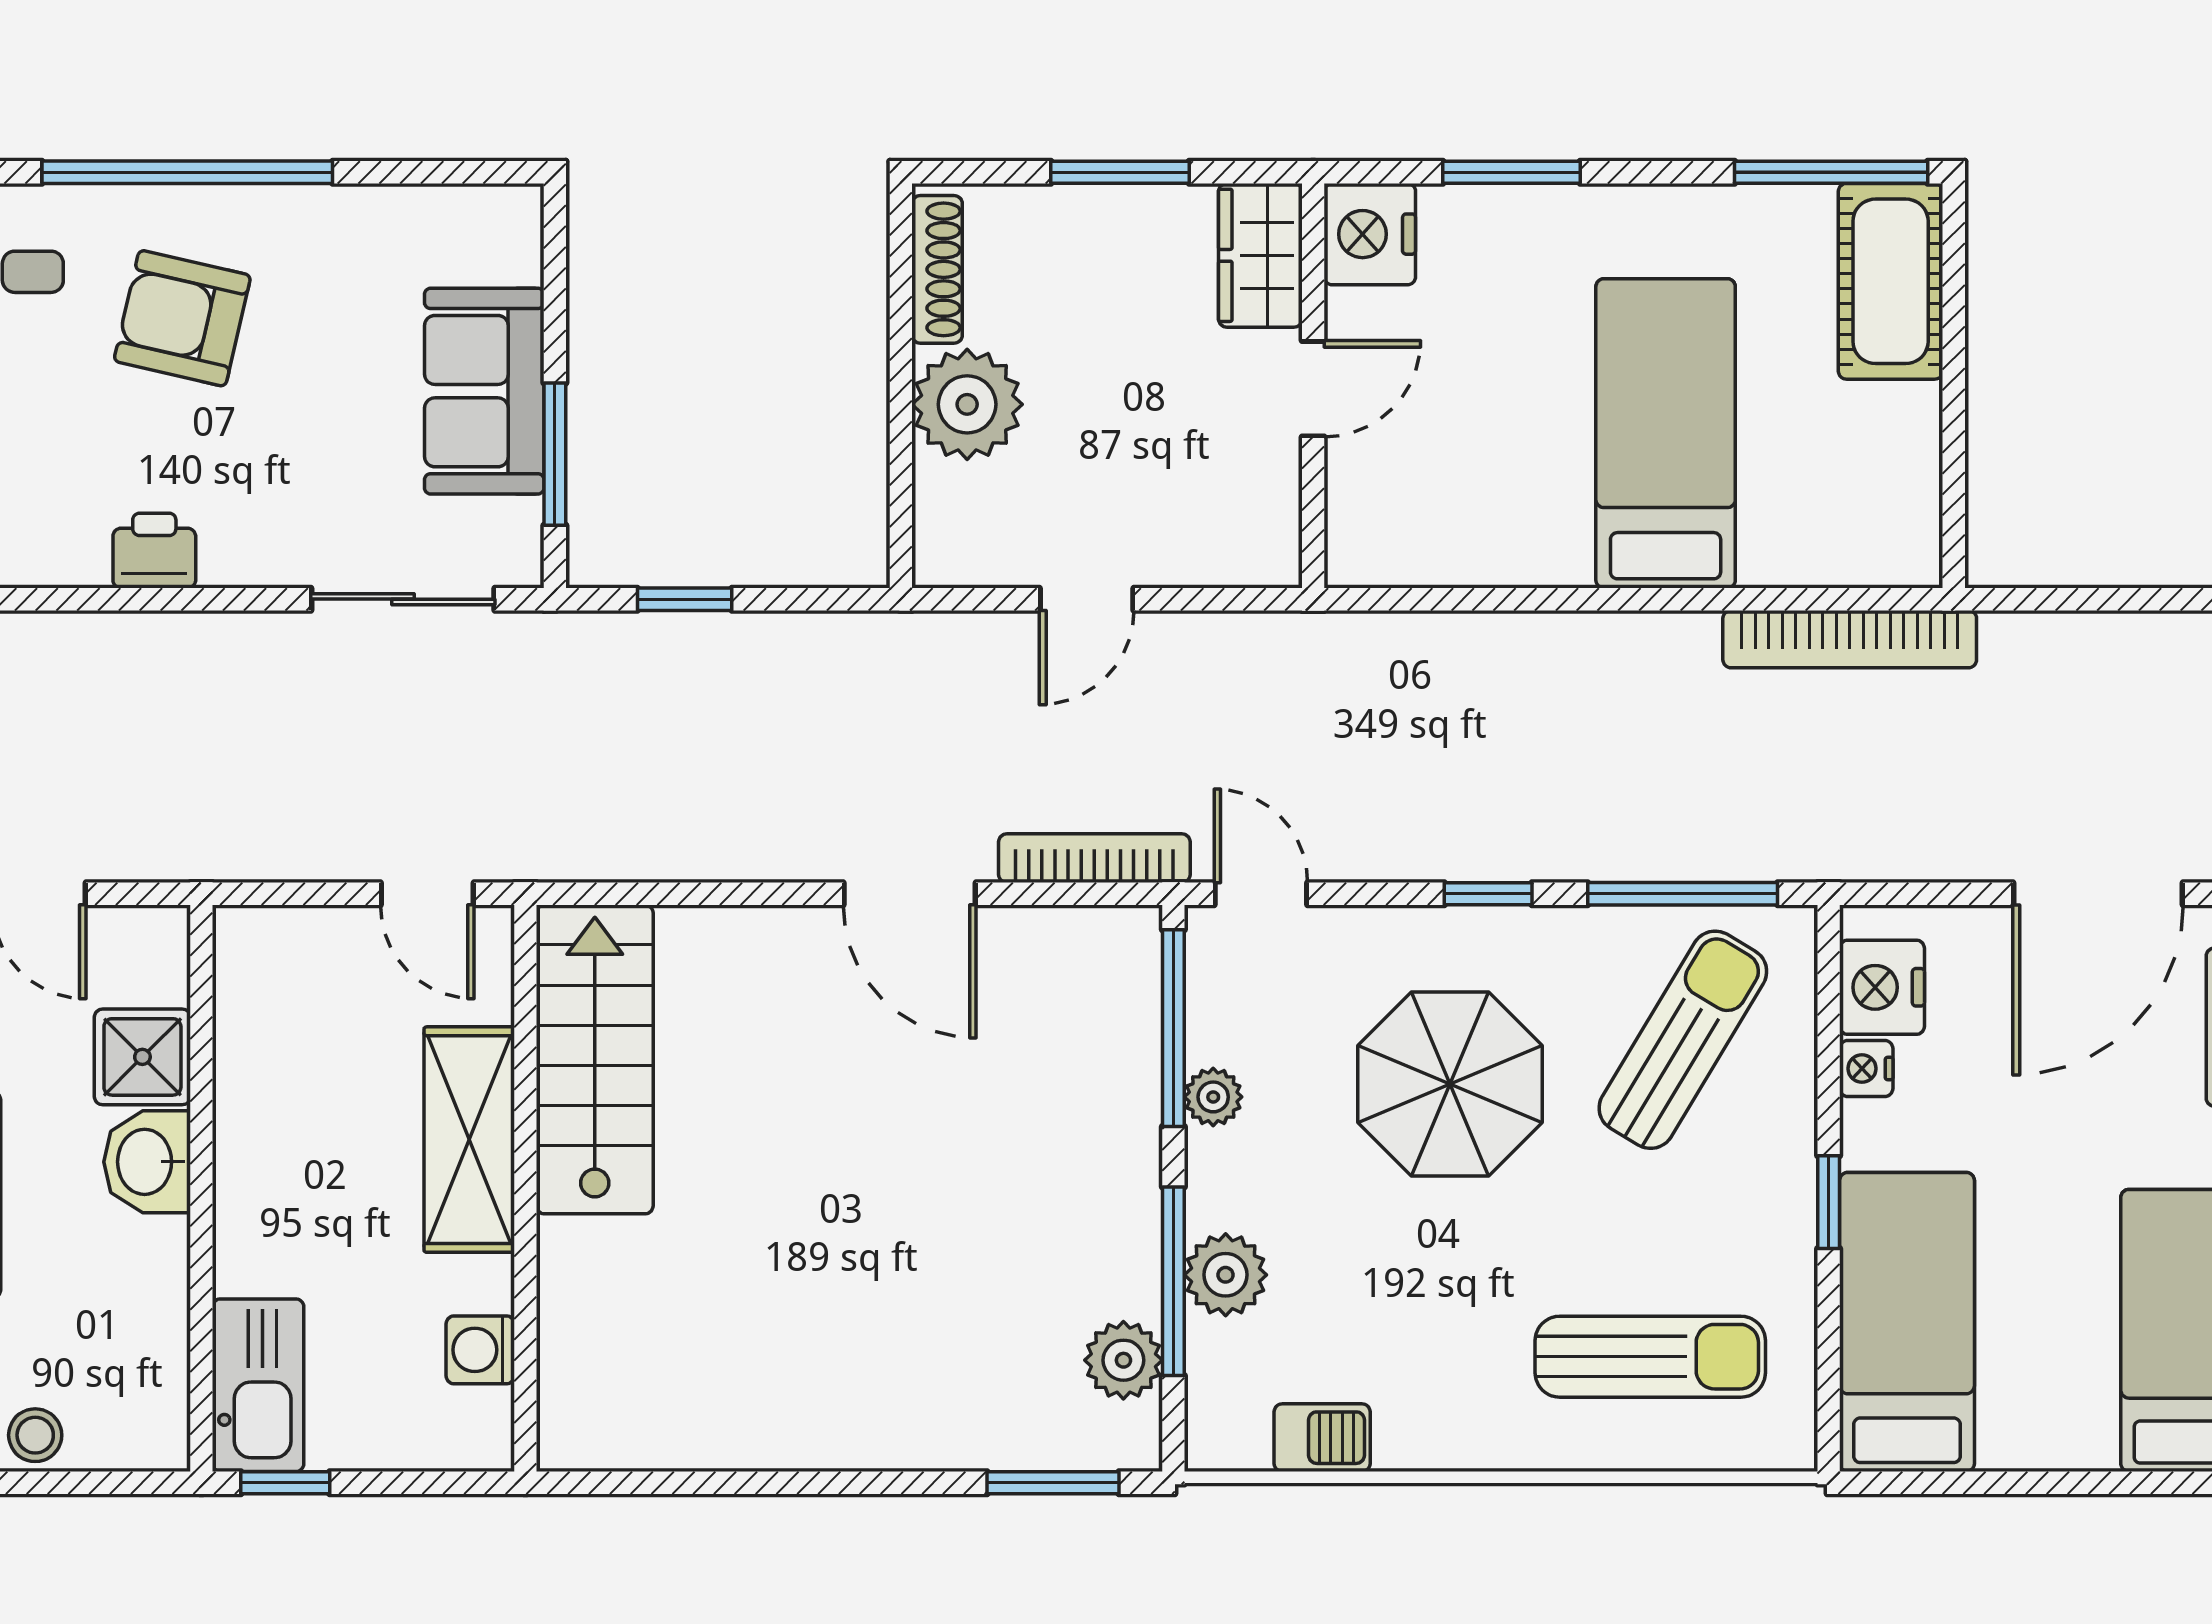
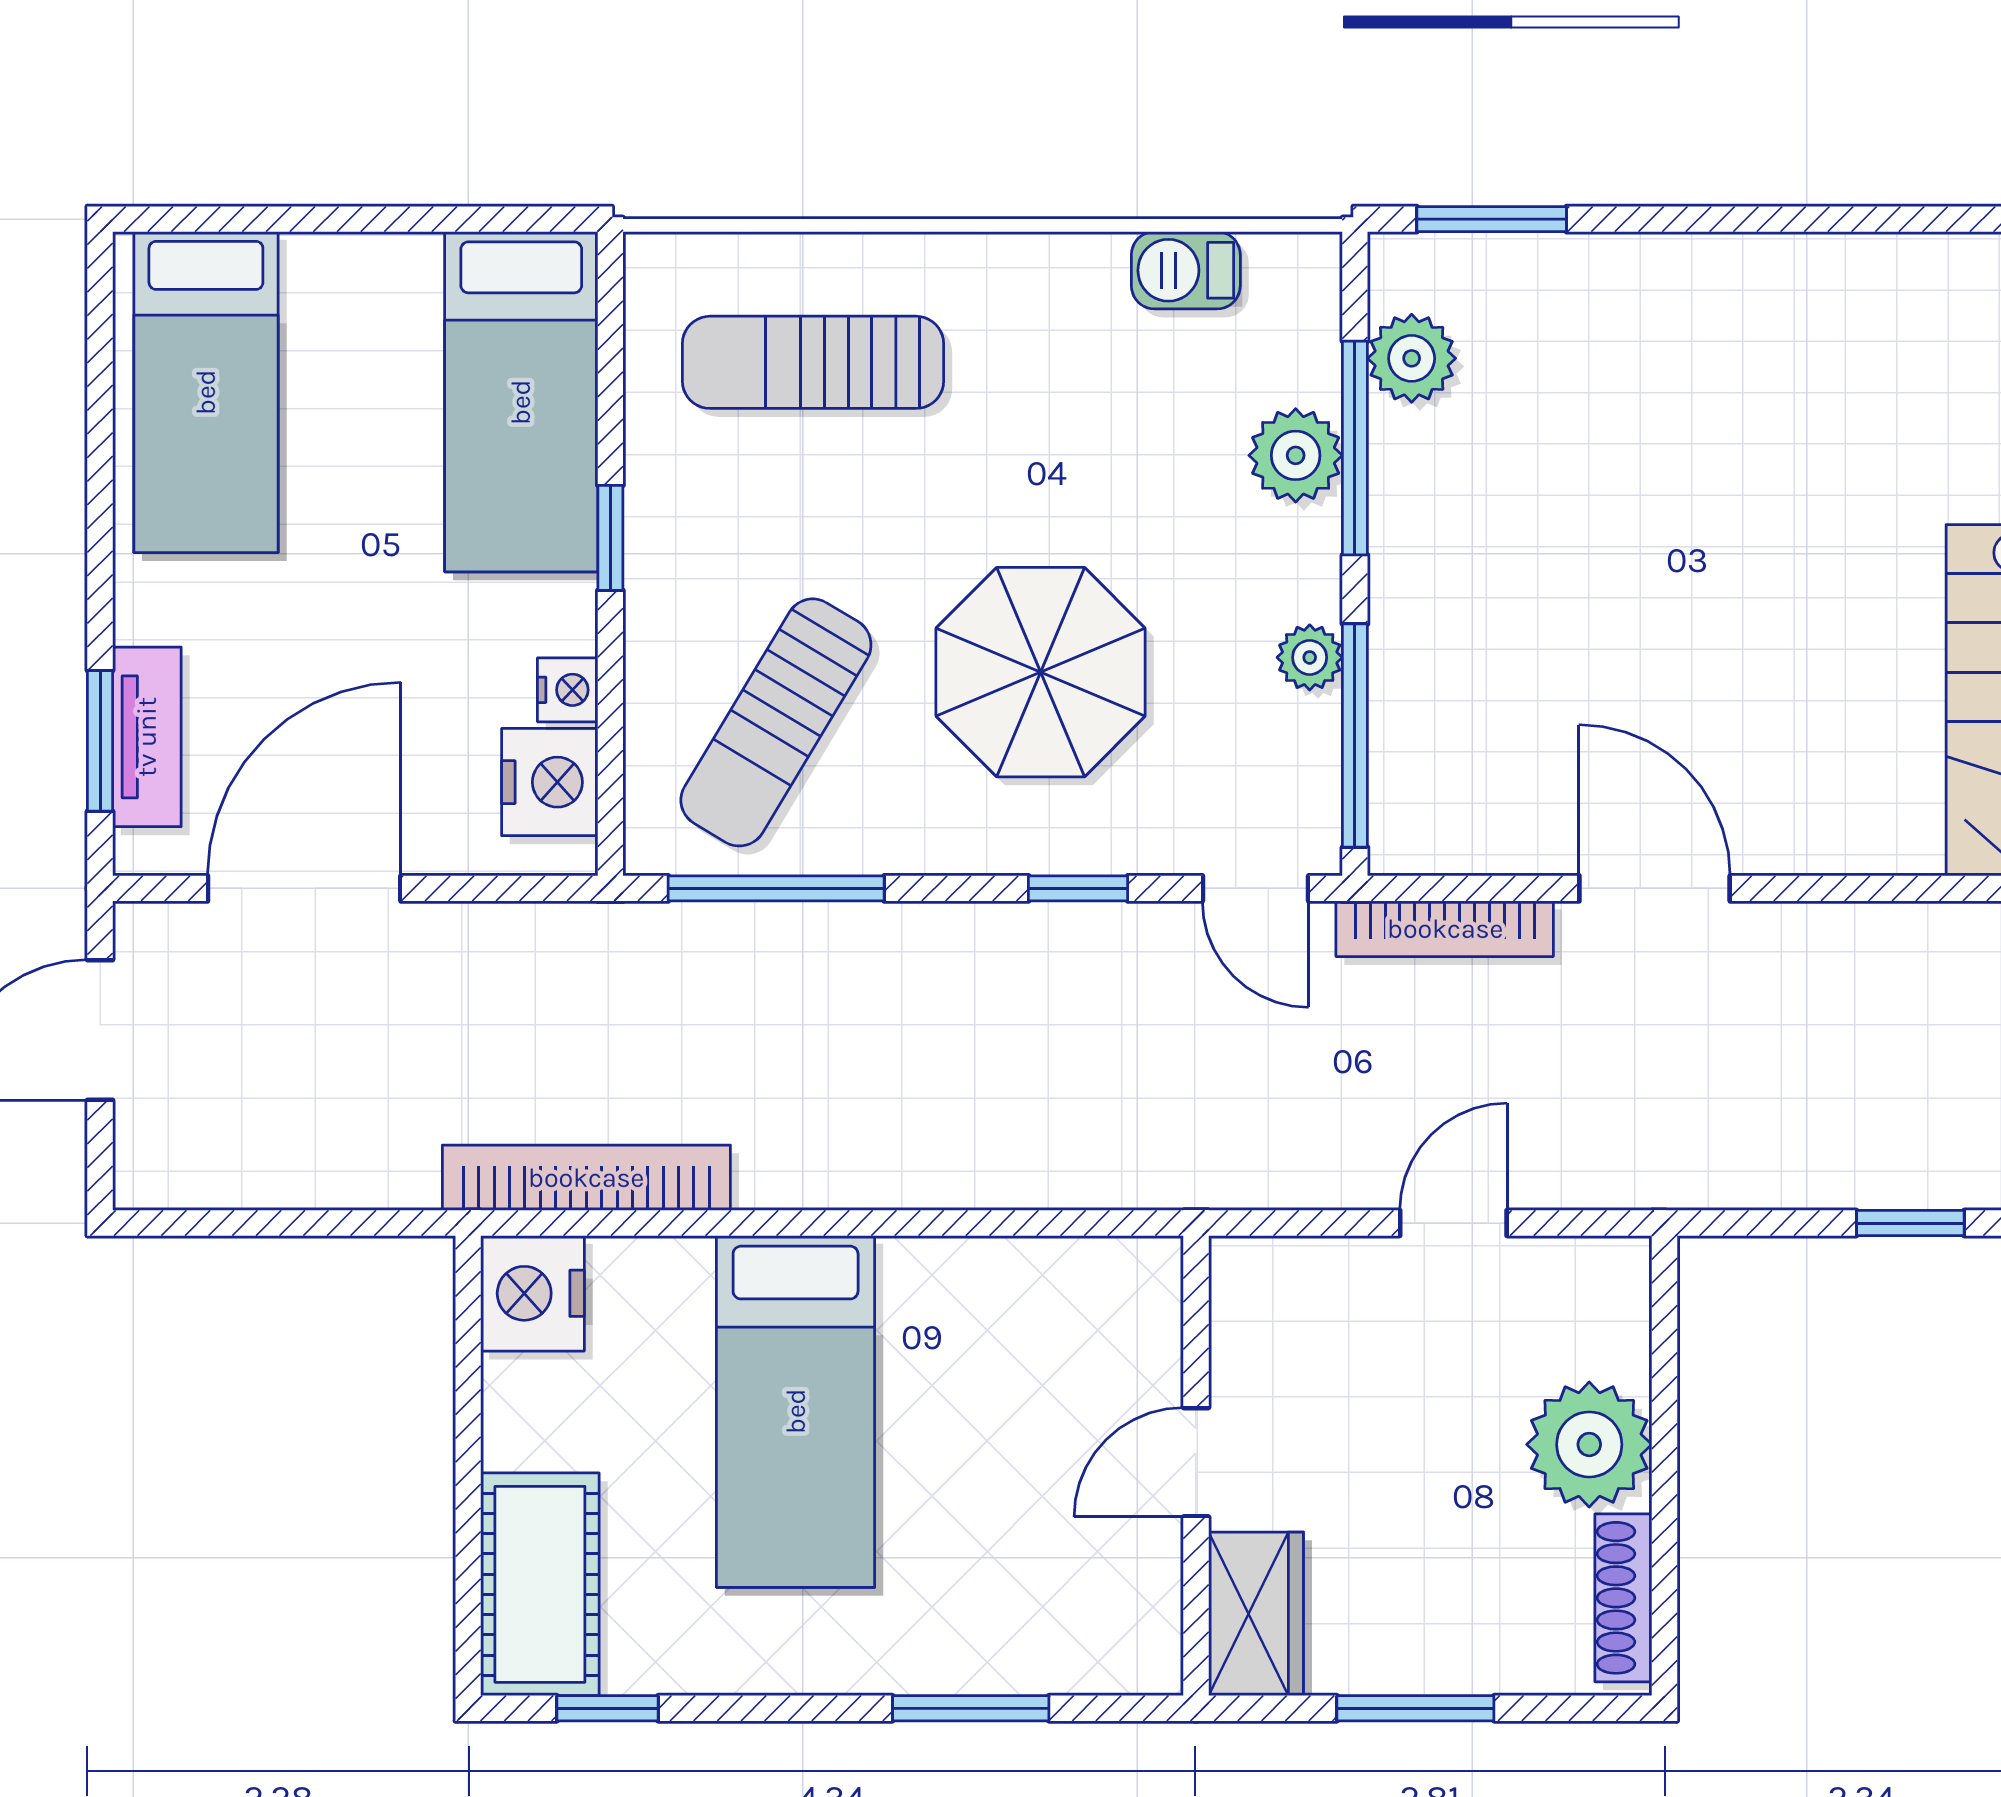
window: (1831, 172) -> (607, 1708), width x0.46
nightstand: (1370, 234) -> (532, 1293), moved, turned 180
window: (1488, 894) -> (1078, 888), moved

